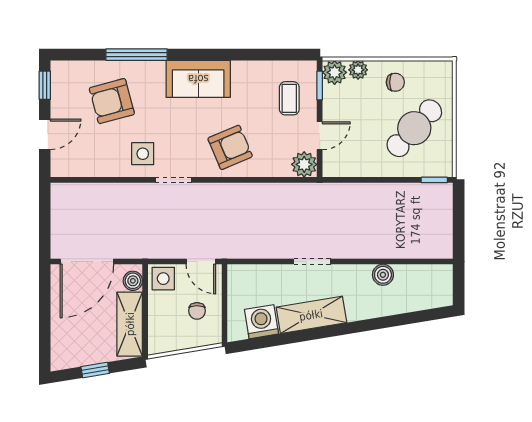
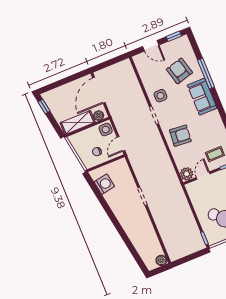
sofa: (198, 79) -> (202, 97), moved
door: (320, 136) -> (203, 176), swing flipped
armchair: (230, 147) -> (180, 136), turned -62
door: (87, 262) -> (99, 90), hinge flipped
boiler: (383, 275) -> (161, 260), moved
shelving: (311, 315) -> (117, 206), removed
window: (95, 370) -> (44, 106), moved

